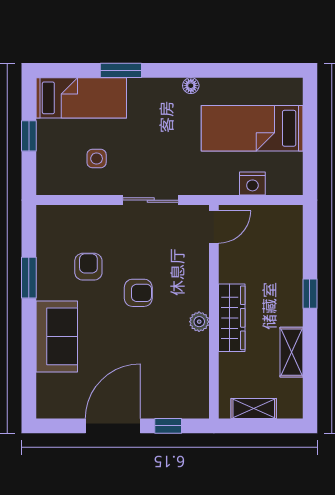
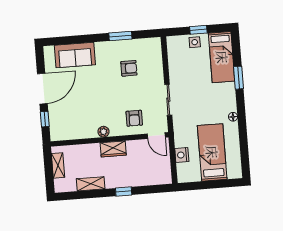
side table: (97, 159) -> (195, 42), moved
armchair: (138, 293) -> (134, 118), moved
wardrobe: (232, 318) -> (113, 149), width x0.67
sofa: (57, 336) -> (75, 55), moved
door: (113, 426) -> (42, 89), hinge flipped

